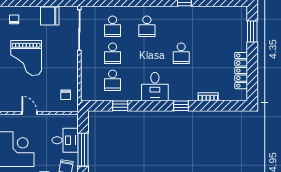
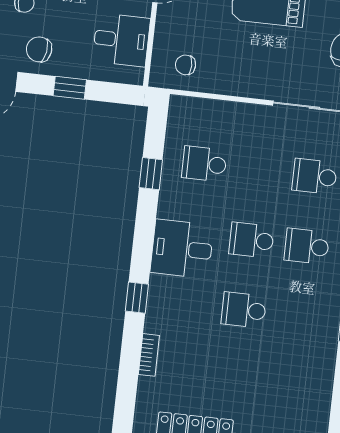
school desk: (113, 53) -> (252, 240), moved
desk: (65, 140) -> (121, 40), moved, turned -90
window: (83, 150) -> (70, 88), width x0.46

